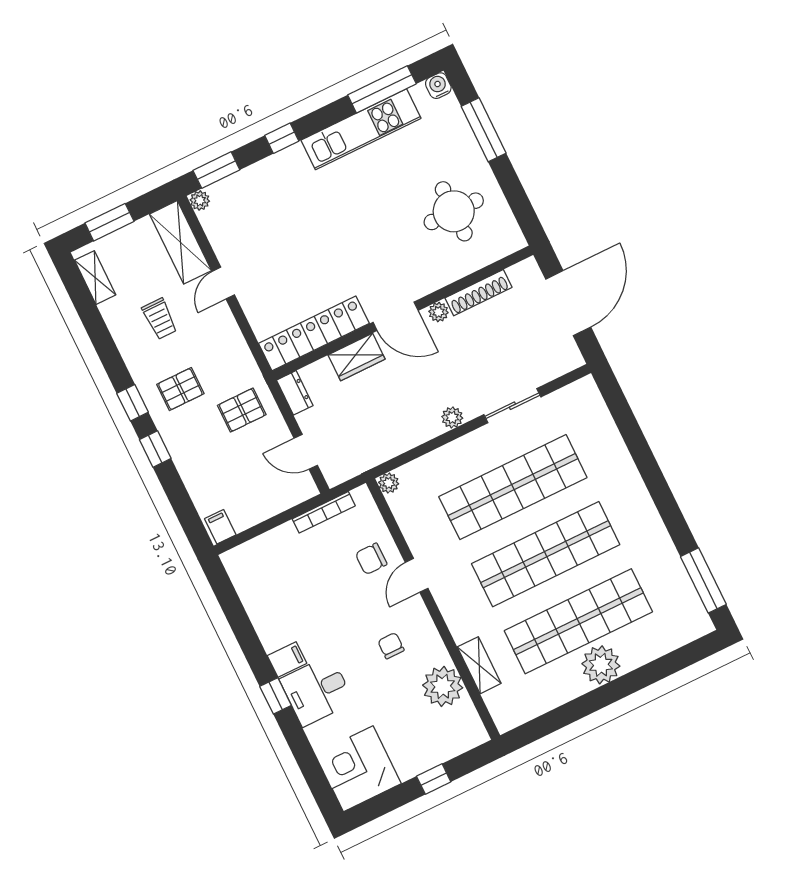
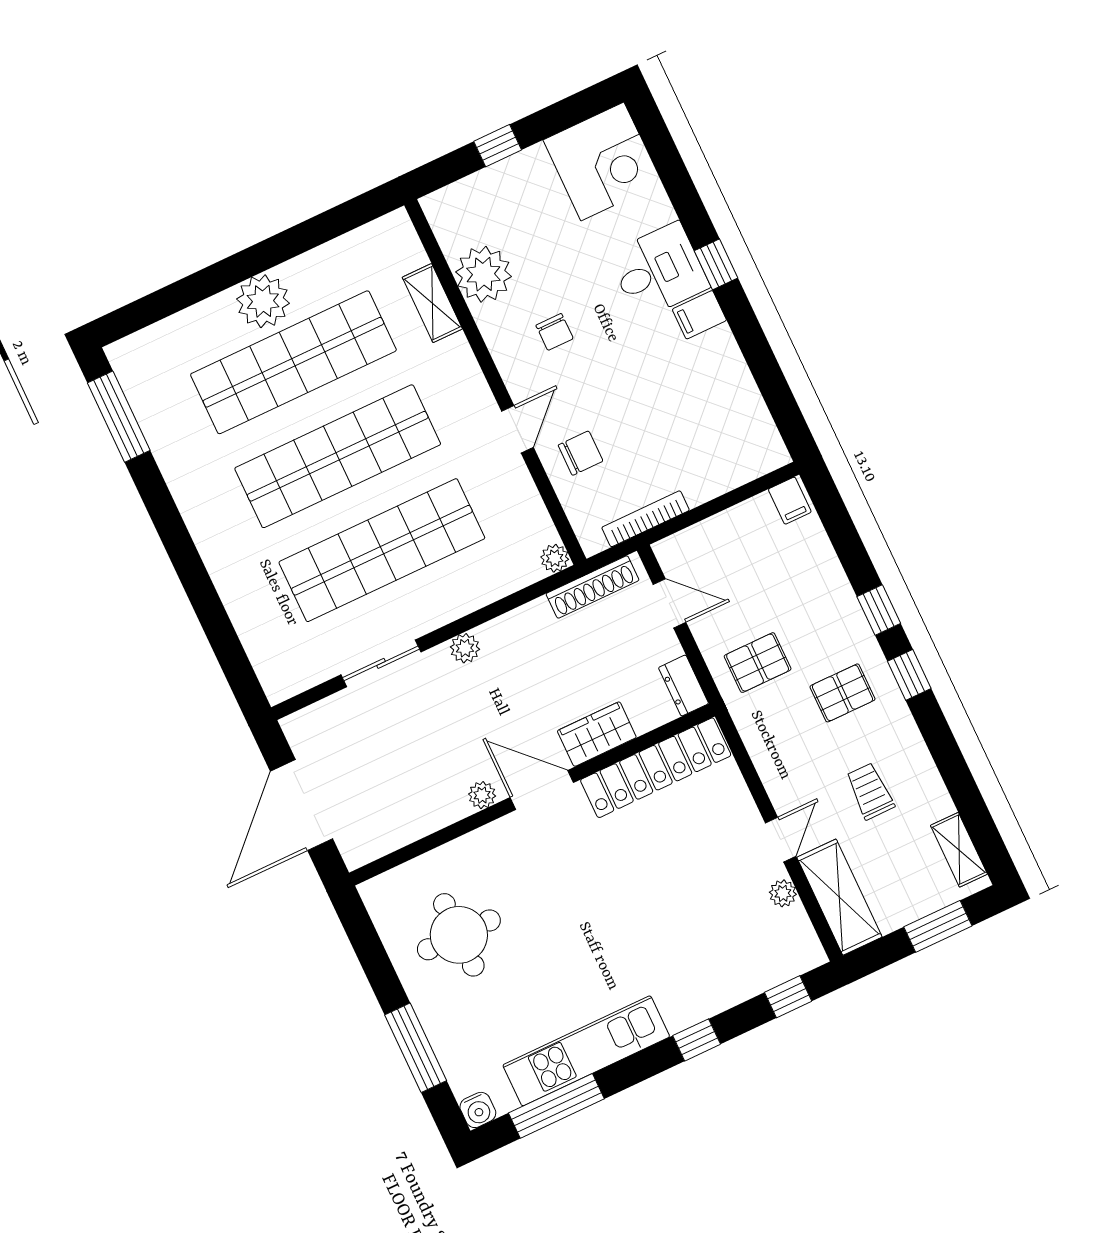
window: (216, 170) -> (788, 997), width x0.67
plant: (200, 200) -> (783, 893), moved
shoe rack: (478, 293) -> (593, 587), moved, turned 180

